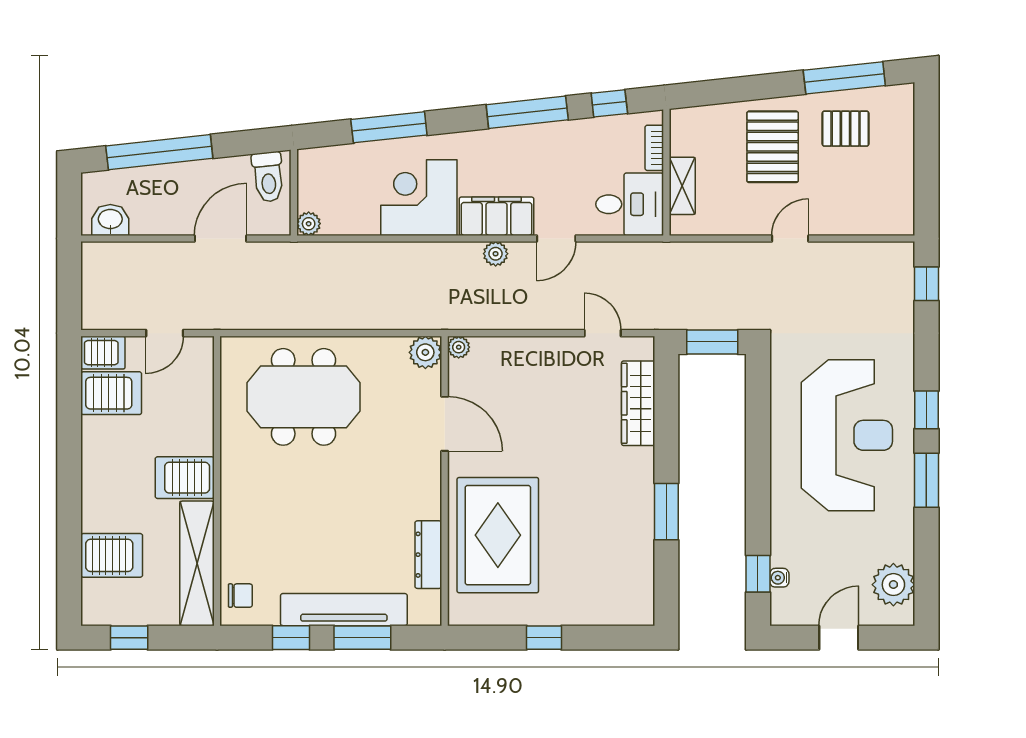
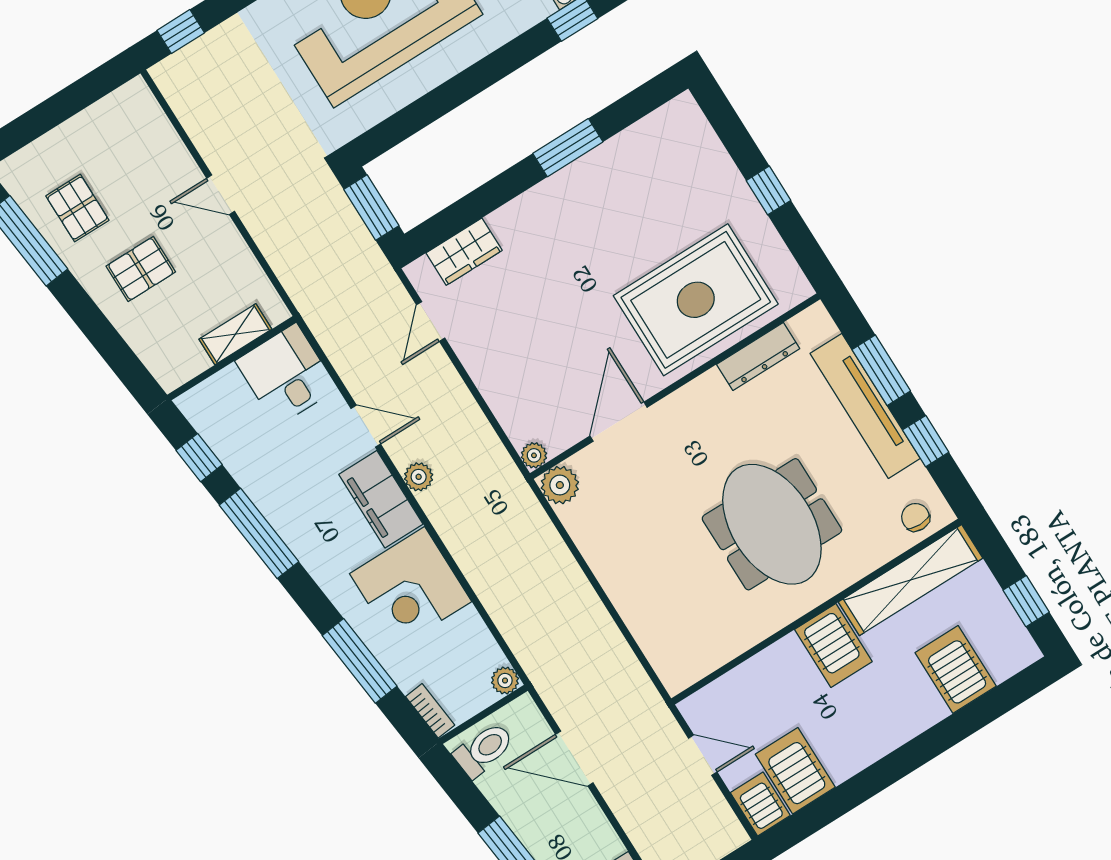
pallet: (773, 147) -> (141, 269), width x0.67, depth x0.71
bookcase: (654, 148) -> (430, 711), moved, turned -96
meeting table: (303, 397) -> (772, 524), moved
wardrobe: (638, 403) -> (464, 252), width x0.67

